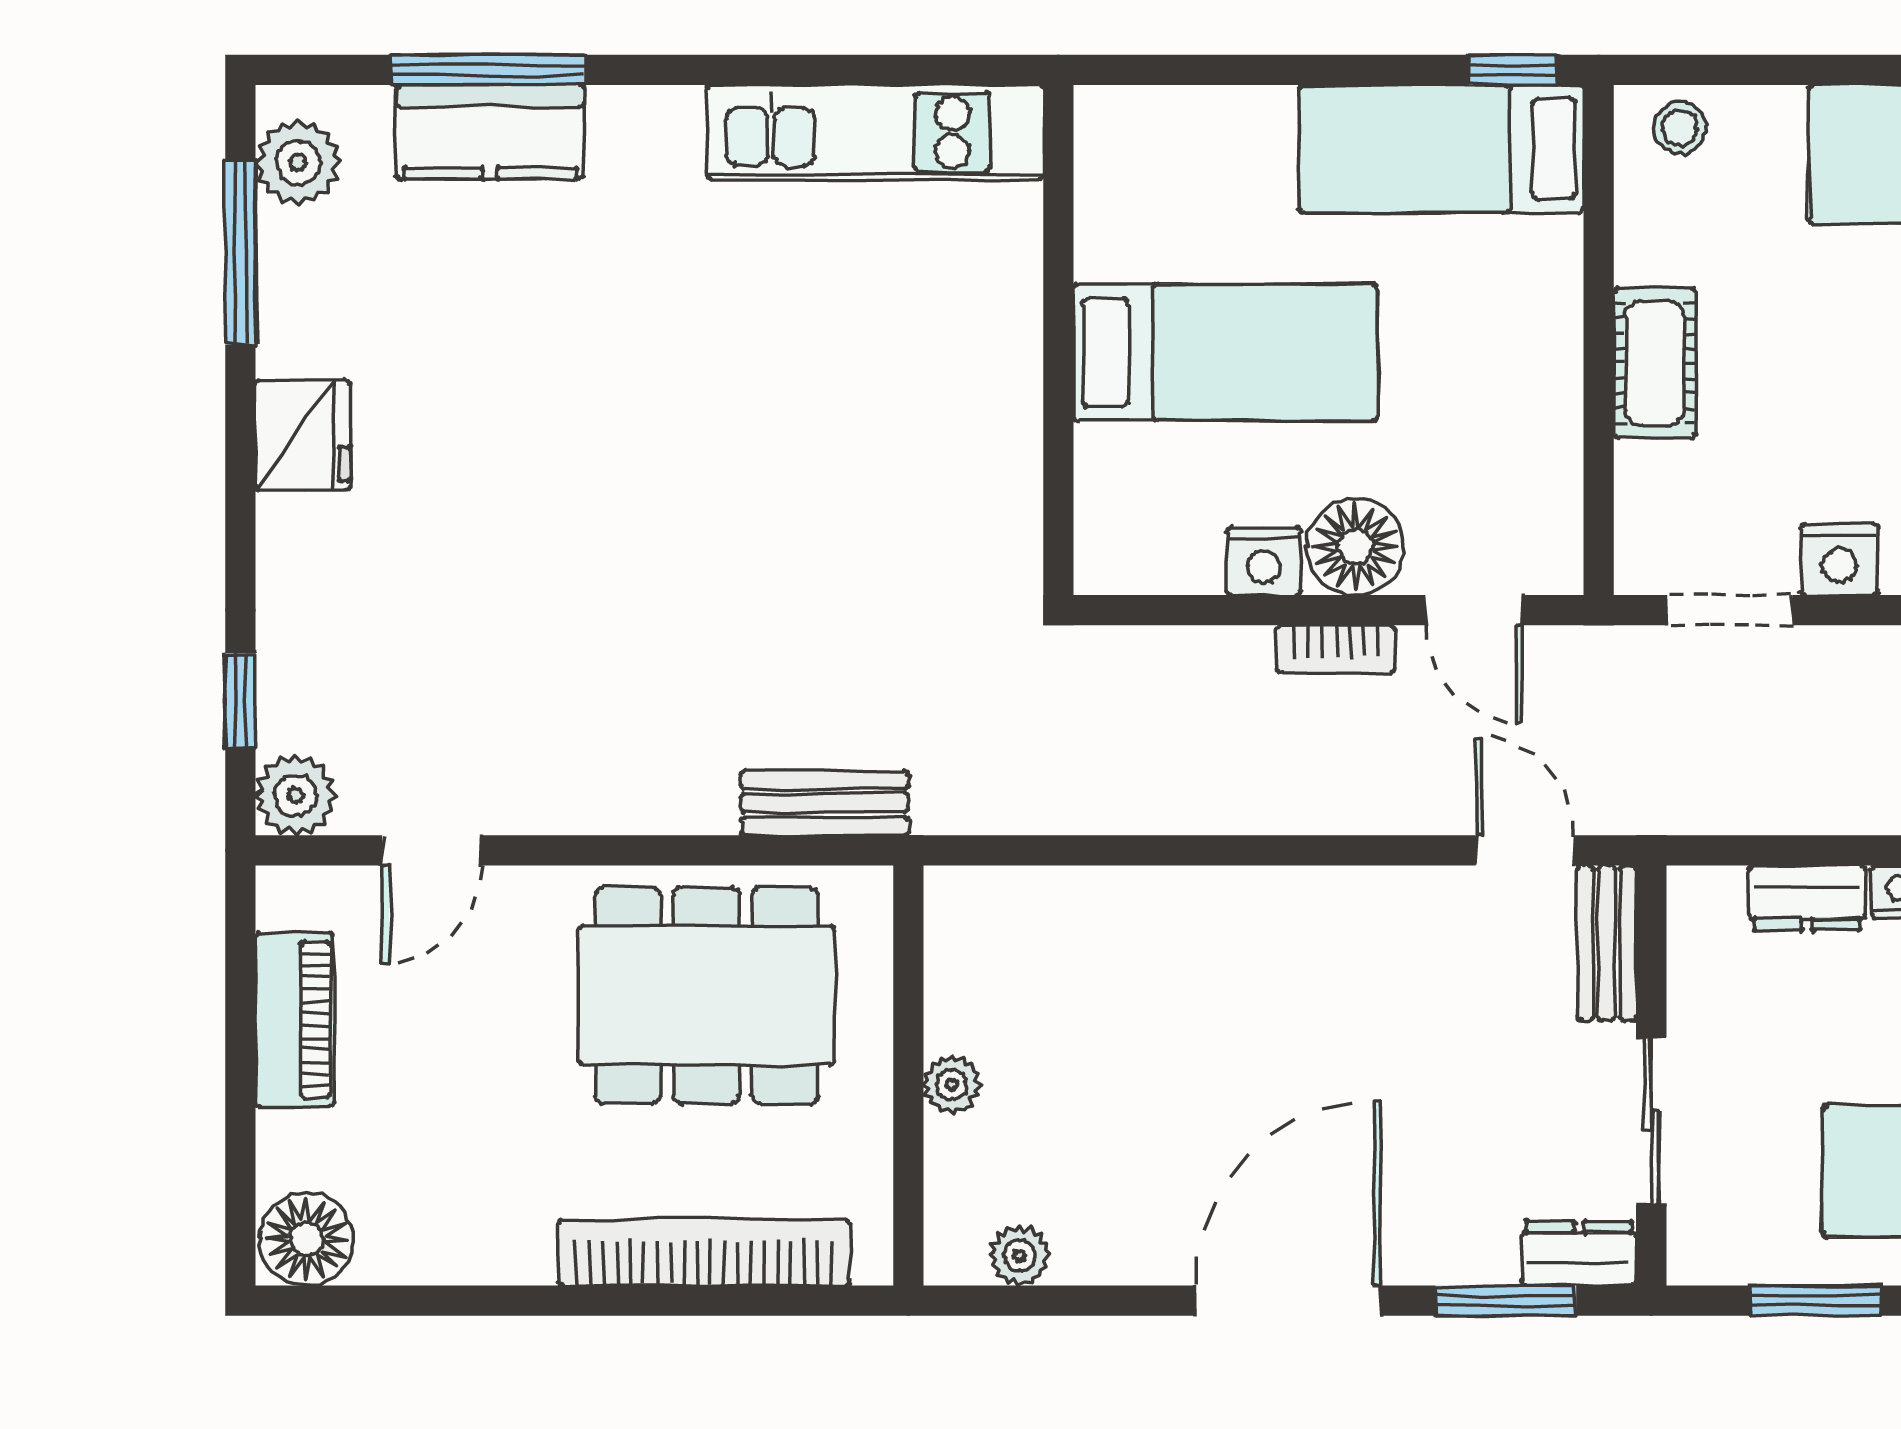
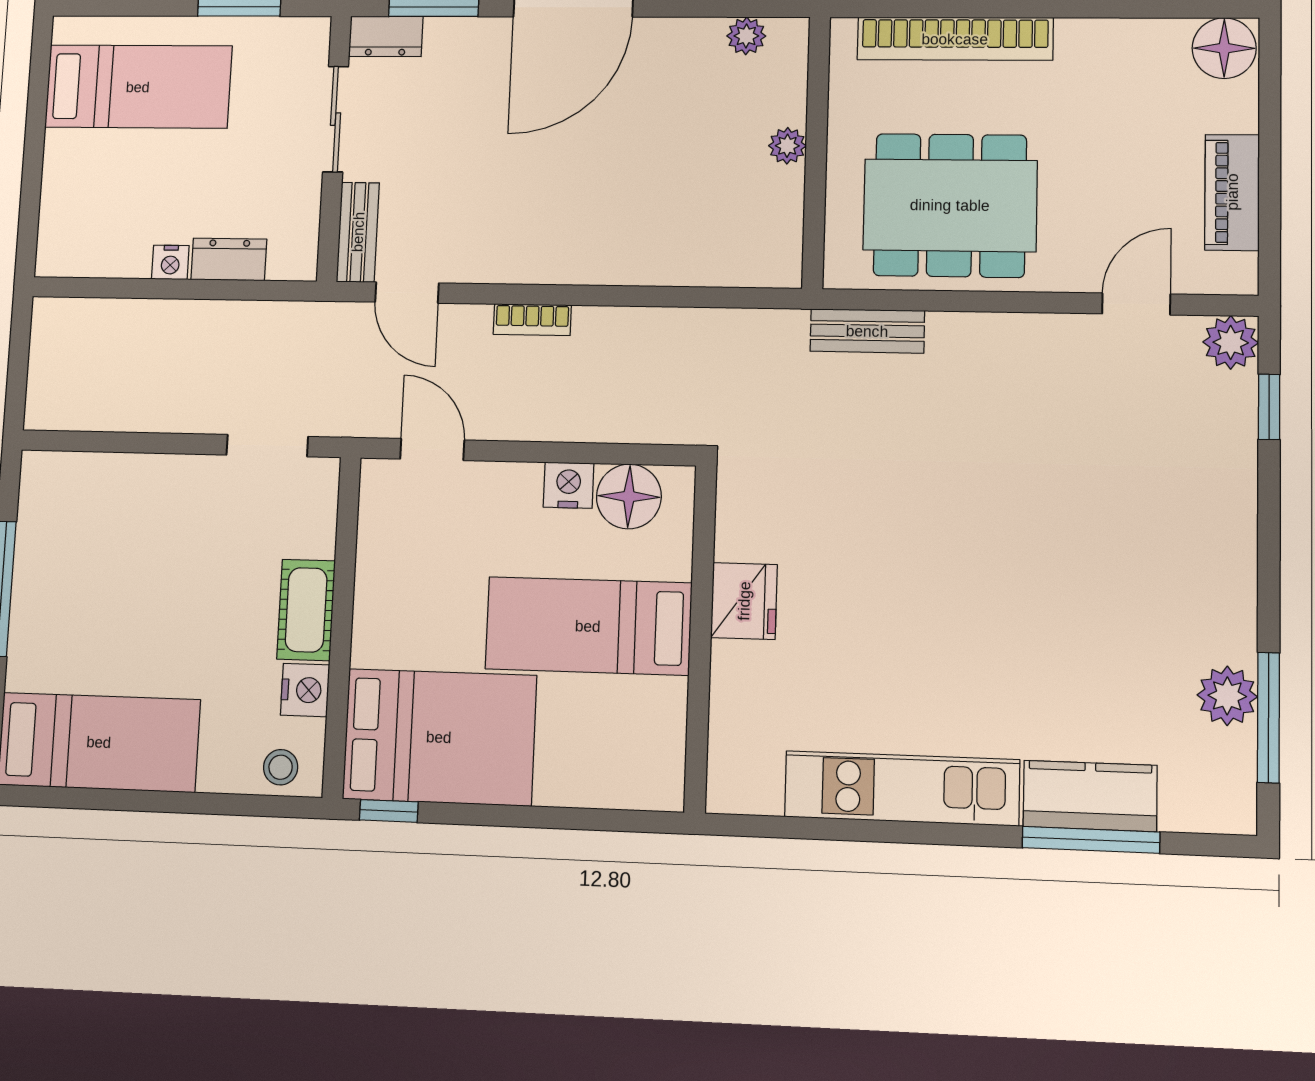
kitchen unit: (875, 132) -> (902, 788), moved
bed: (1442, 149) -> (439, 737), width x1.50
plant: (298, 163) -> (1227, 696), moved
fridge: (303, 435) -> (744, 601), moved, turned 180
floor lamp: (1355, 547) -> (629, 497), moved
nightstand: (1840, 560) -> (305, 690), moved, turned 90
bookcase: (1336, 649) -> (532, 320), moved, turned 180

